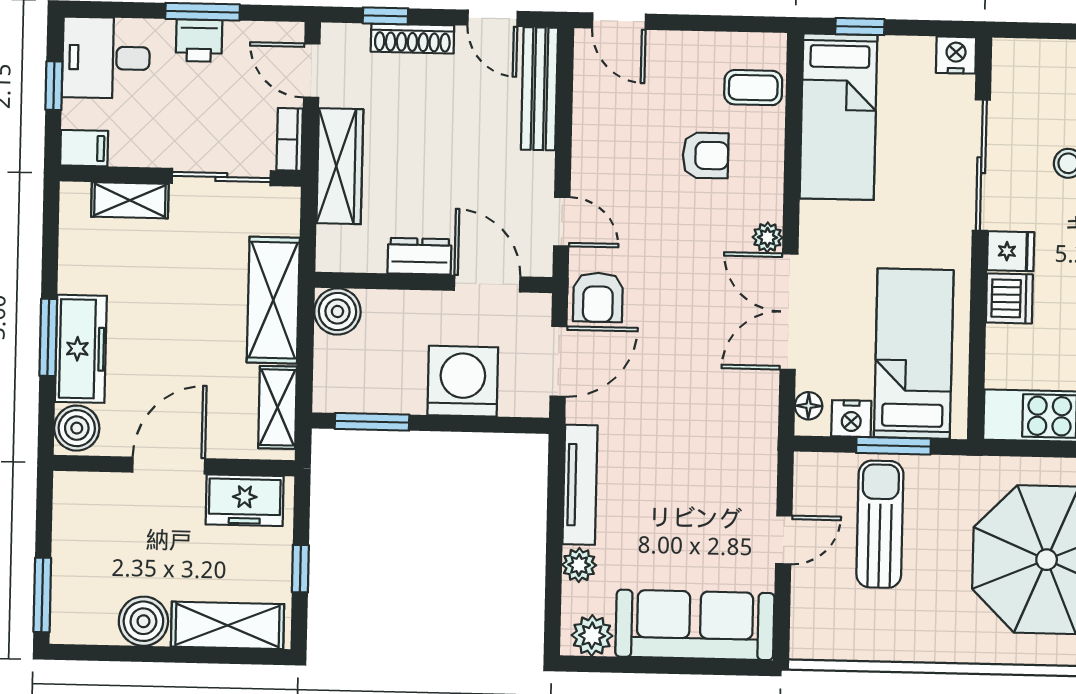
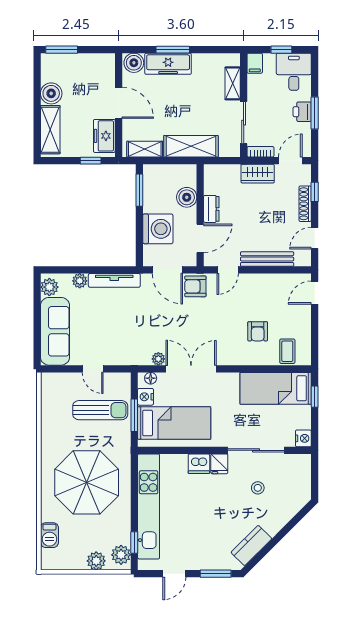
bench: (539, 89) -> (267, 259), moved
wardrobe: (340, 166) -> (258, 174), width x0.67
plant: (767, 237) -> (158, 359), moved
boiler: (337, 311) -> (187, 197), moved
window: (300, 569) -> (91, 161), moved

